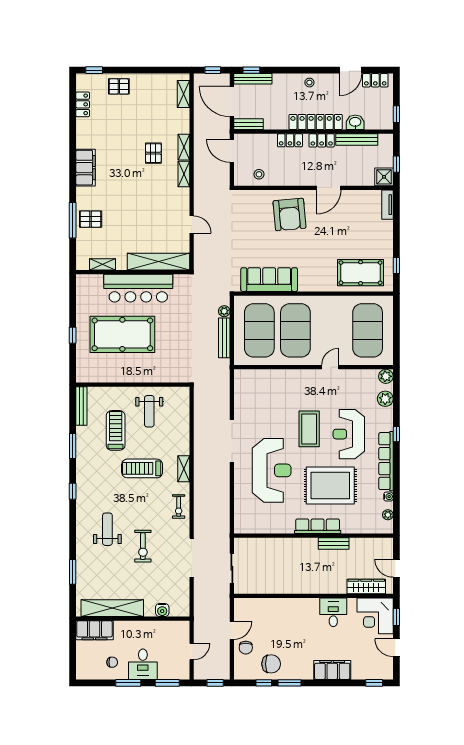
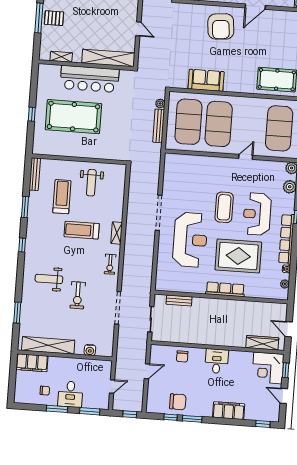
sofa: (269, 280) -> (206, 80), width x0.73
weight bench: (107, 529) -> (49, 279), turned -90
bench: (334, 543) -> (179, 300), moved
desk: (333, 612) -> (217, 361), moved
chair: (246, 648) -> (182, 356), moved

